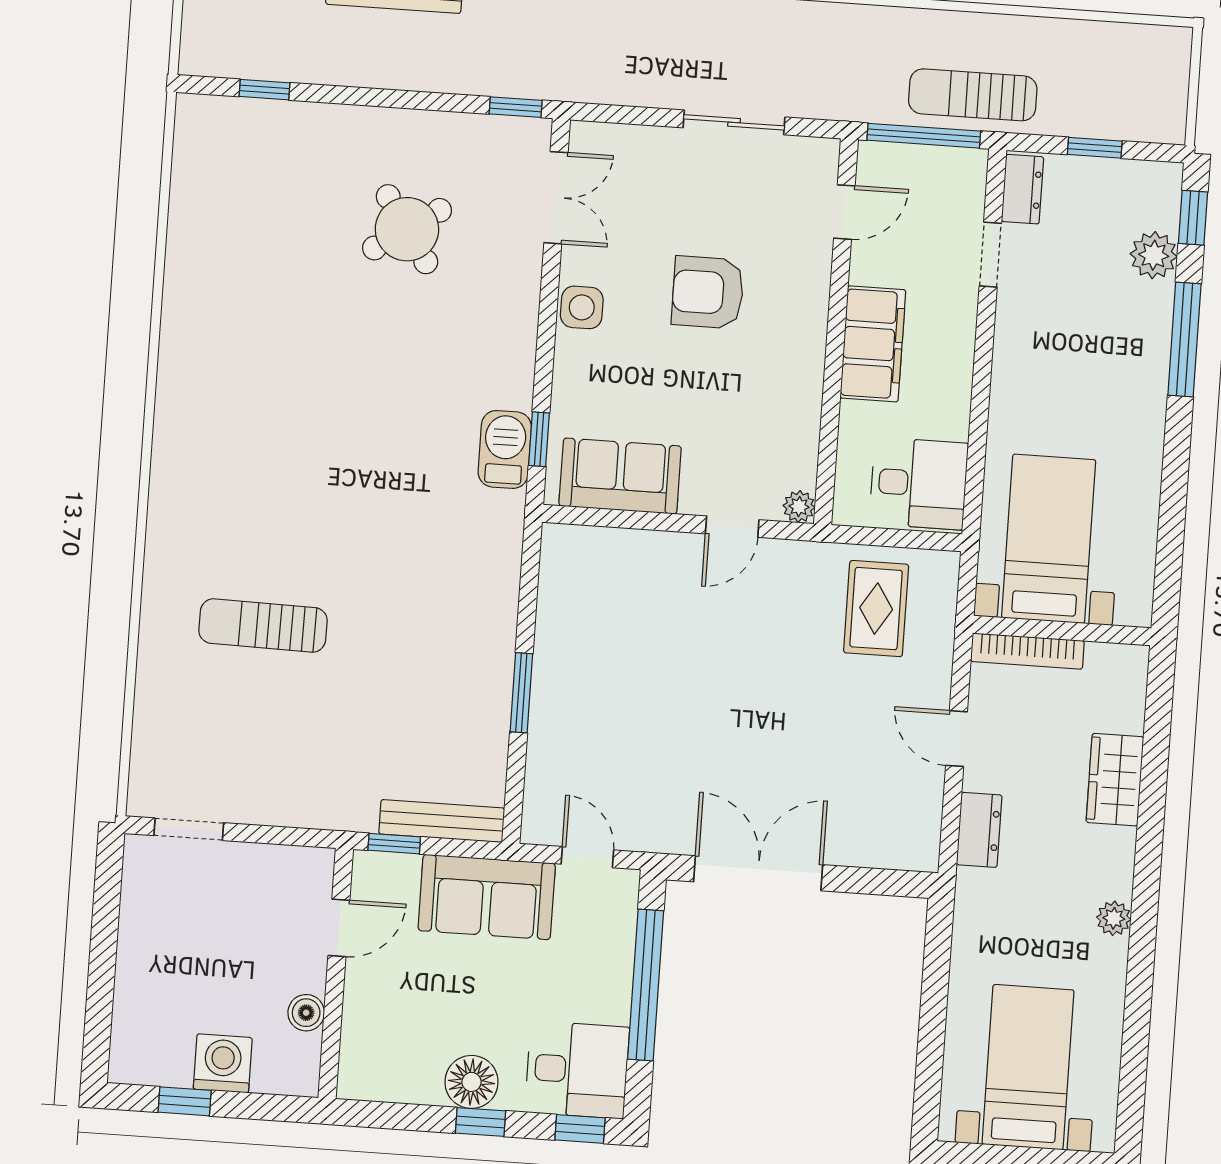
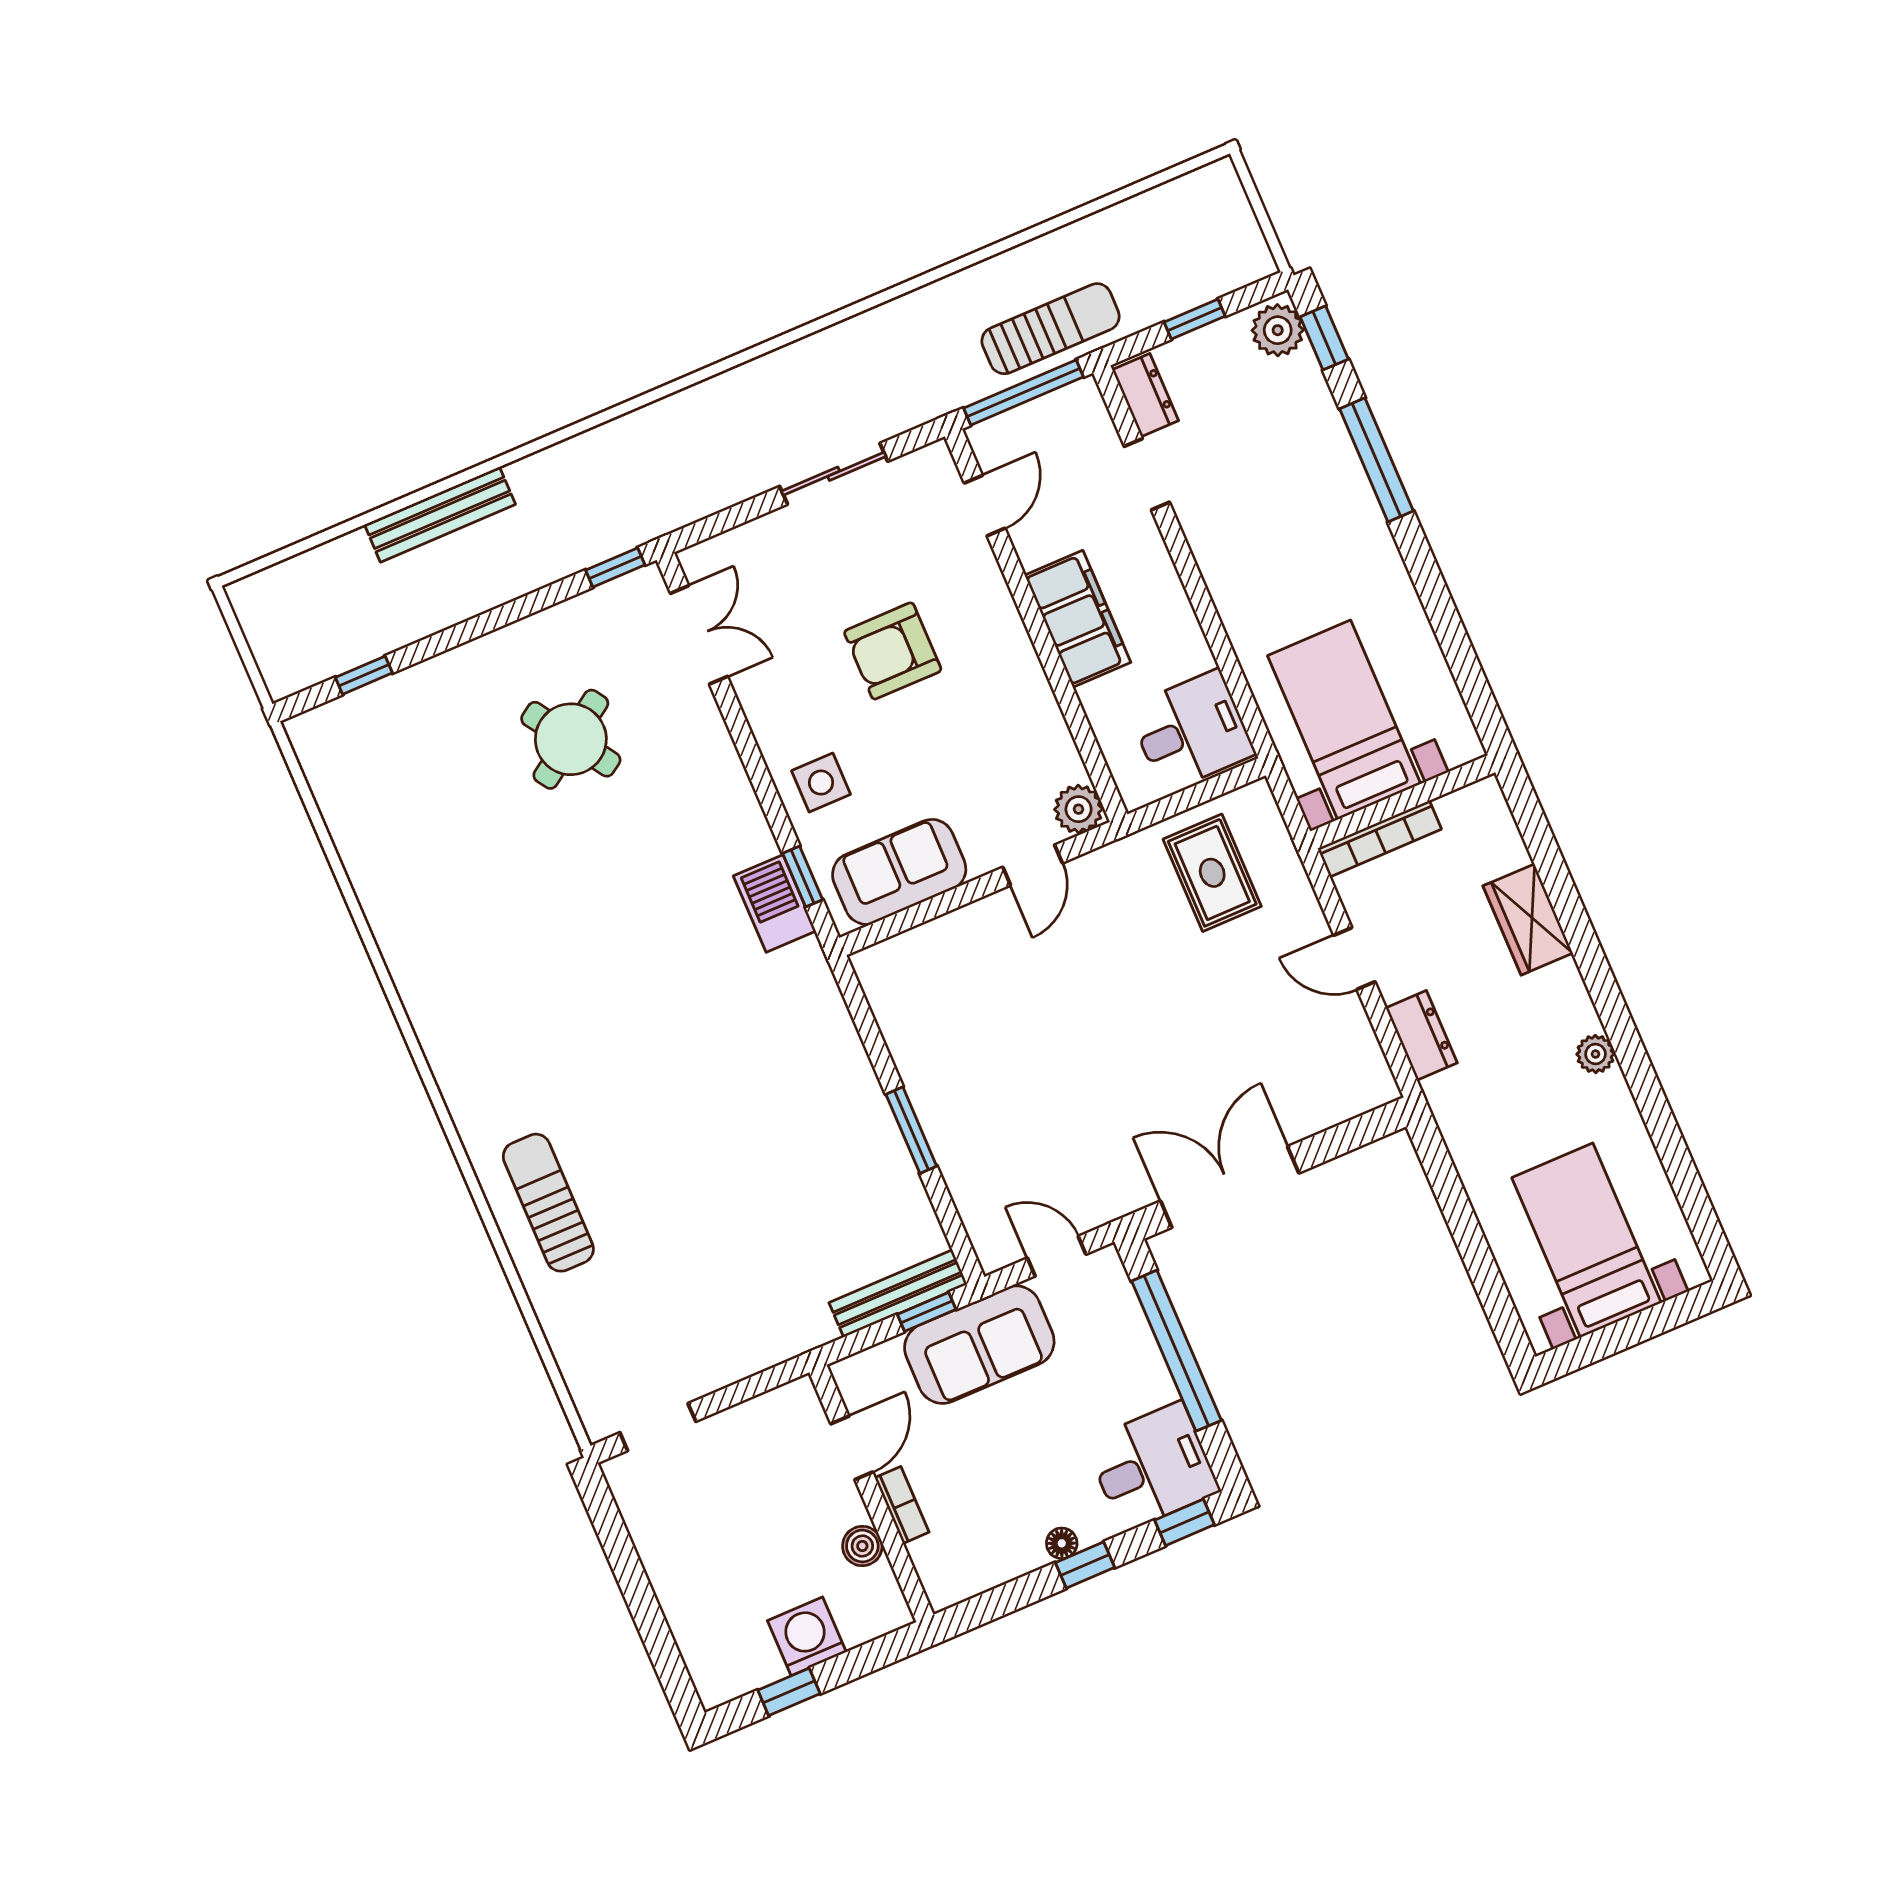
sun lounger: (973, 95) -> (1051, 329), turned 180
plant: (1154, 255) -> (1278, 330), moved
side table: (582, 307) -> (821, 783), moved
plant: (799, 507) -> (1079, 809), width x1.38, depth x1.38
sun lounger: (263, 625) -> (548, 1203), moved, turned 89
window: (394, 844) -> (927, 1312), moved
bookcase: (356, 996) -> (902, 1505), added
floor lamp: (471, 1082) -> (1062, 1543), width x0.53, depth x0.53

